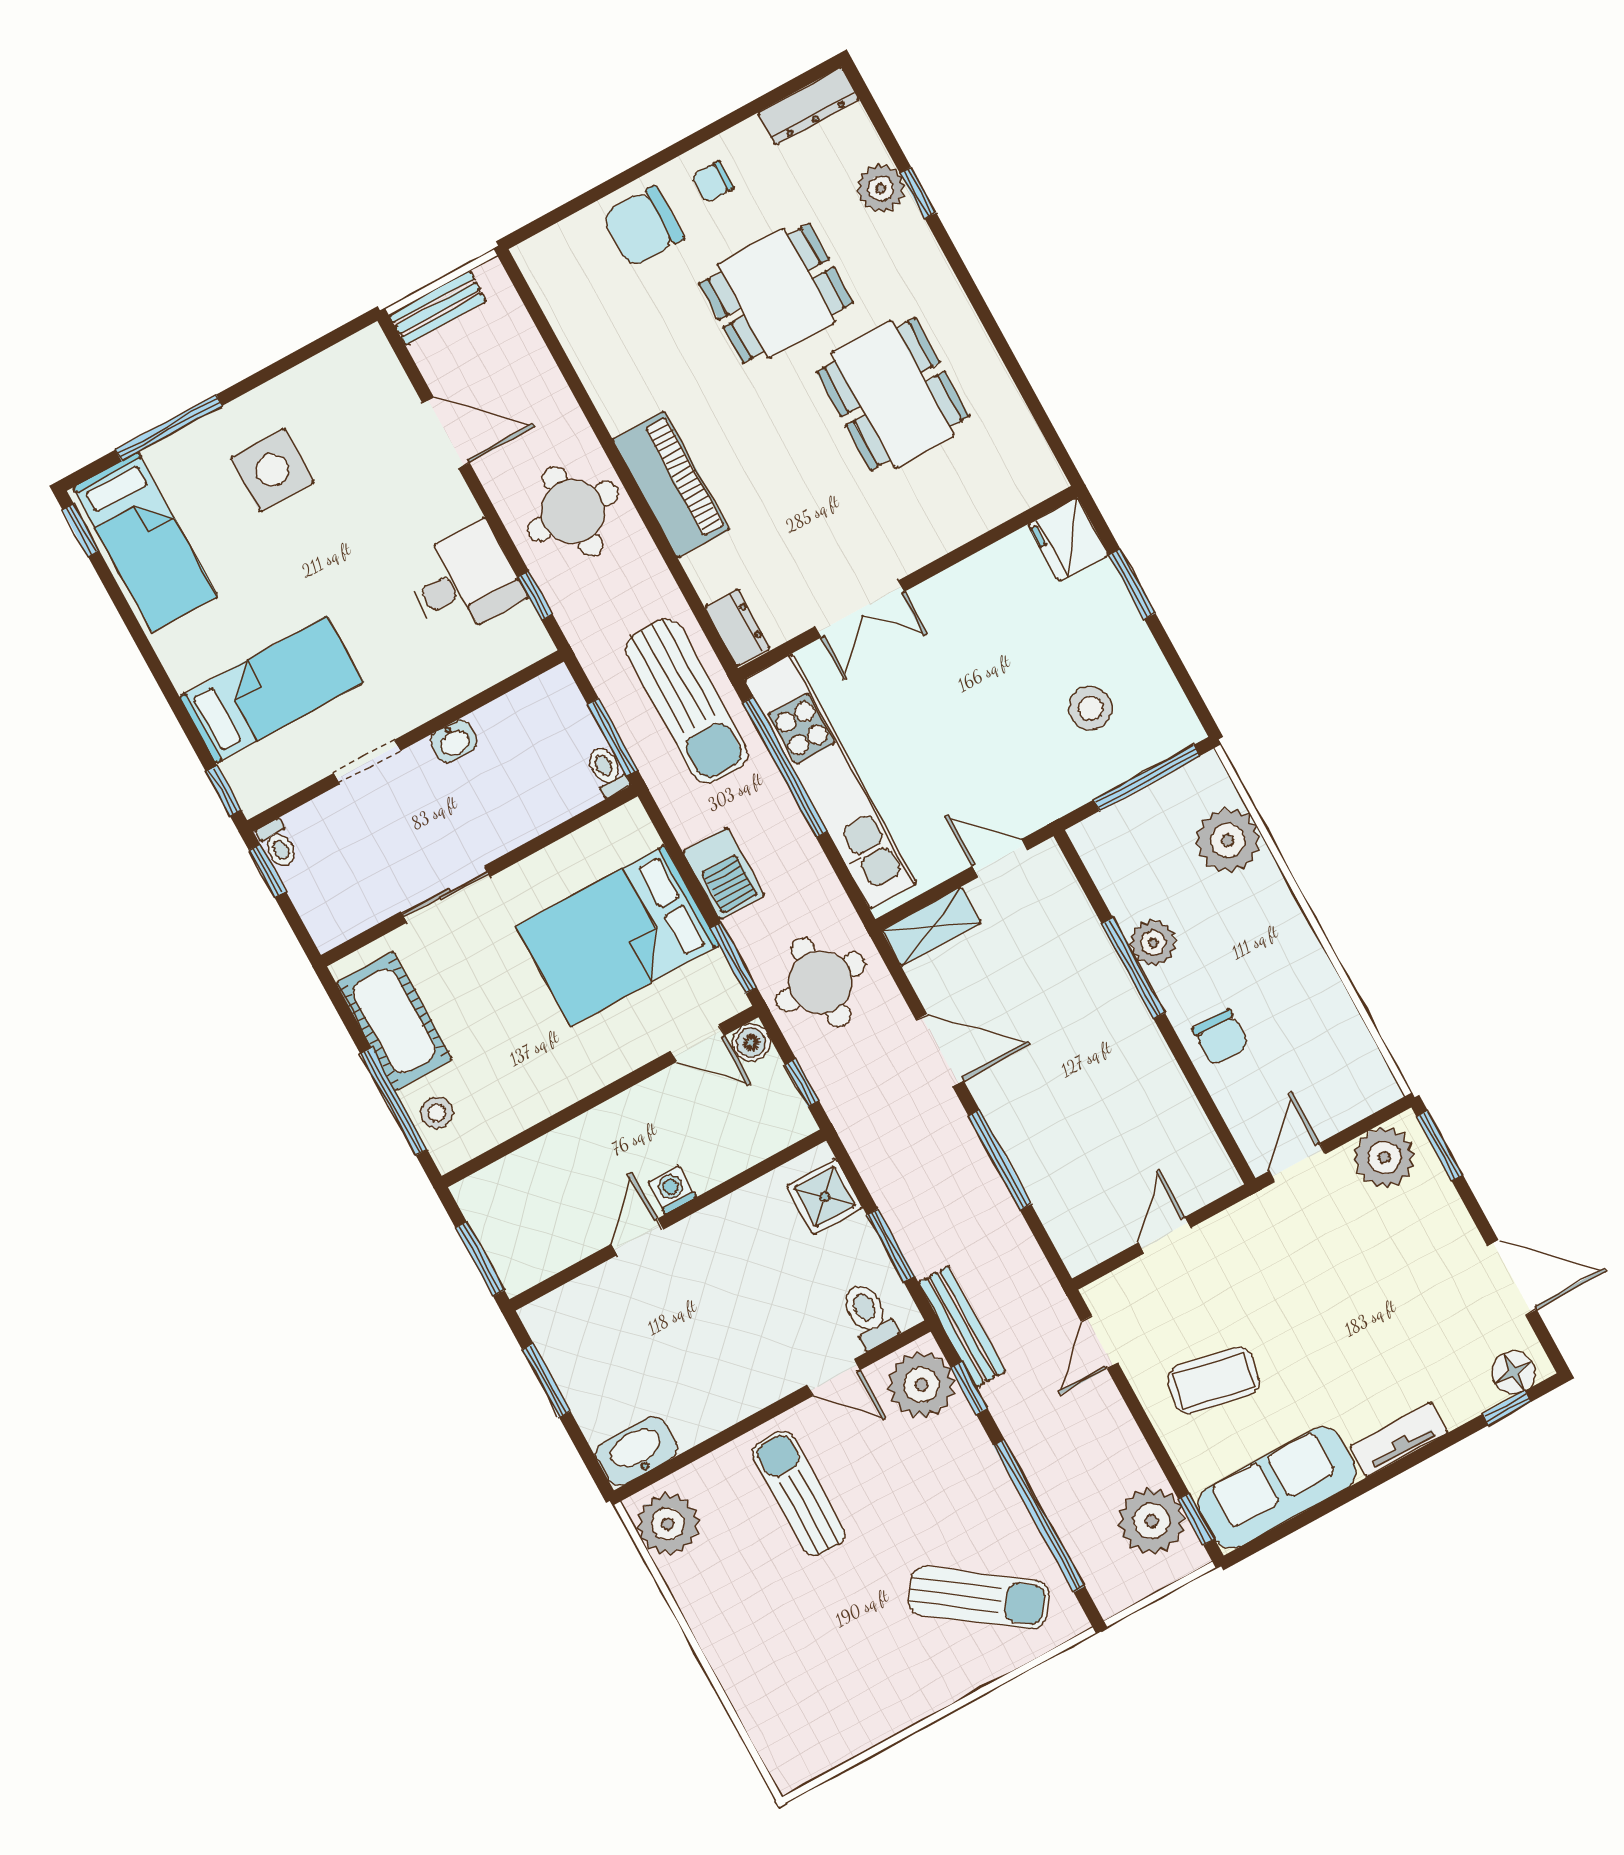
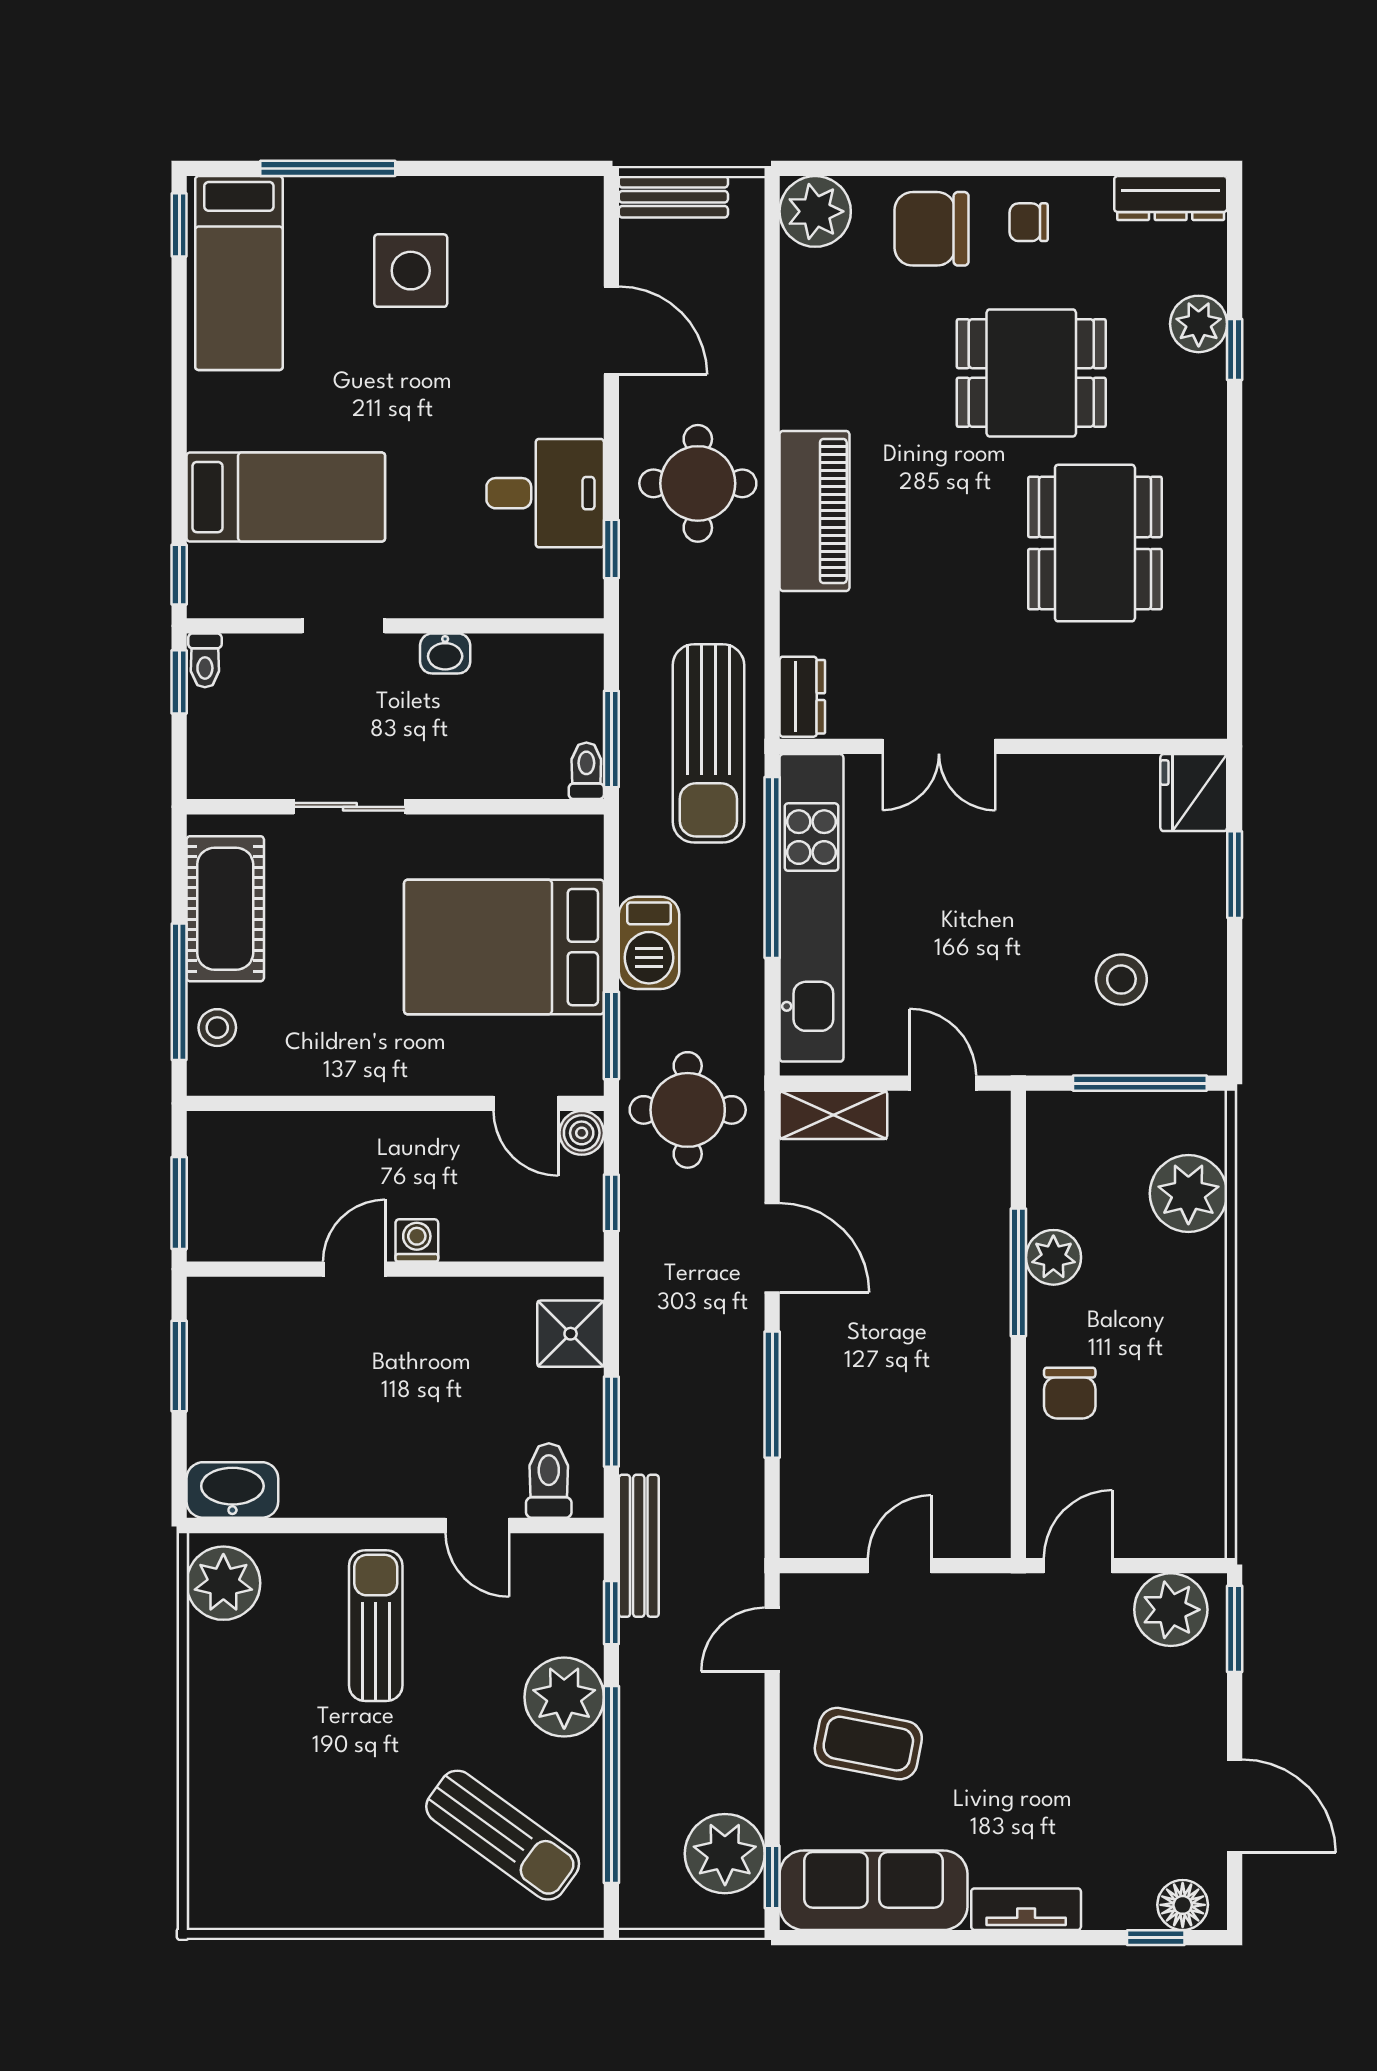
plant: (549, 261) -> (815, 211), added
plant: (922, 1385) -> (564, 1697), moved

